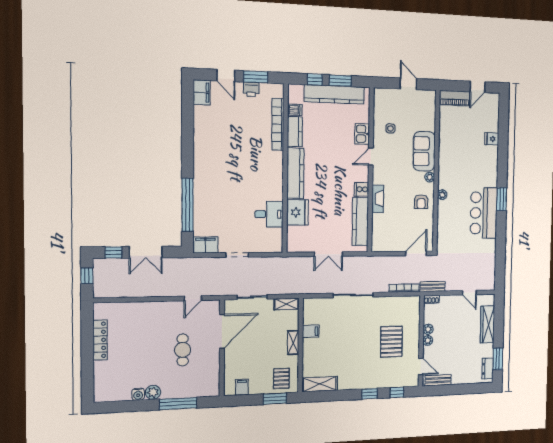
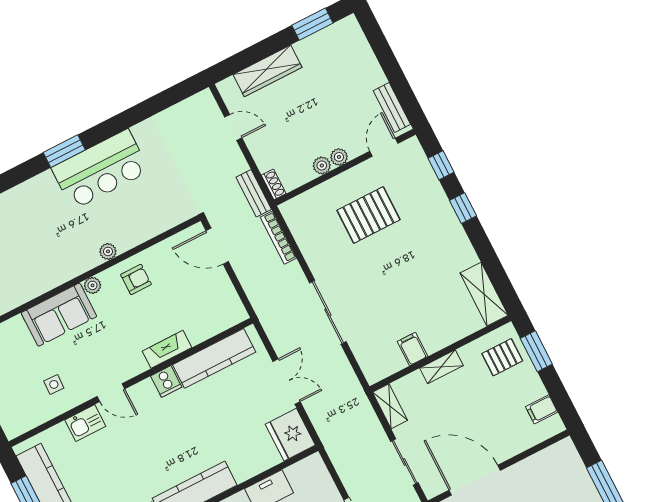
fridge: (297, 212) -> (290, 435), moved, turned -90
door: (469, 293) -> (233, 127), hinge flipped
dresser: (488, 369) -> (336, 33), removed

